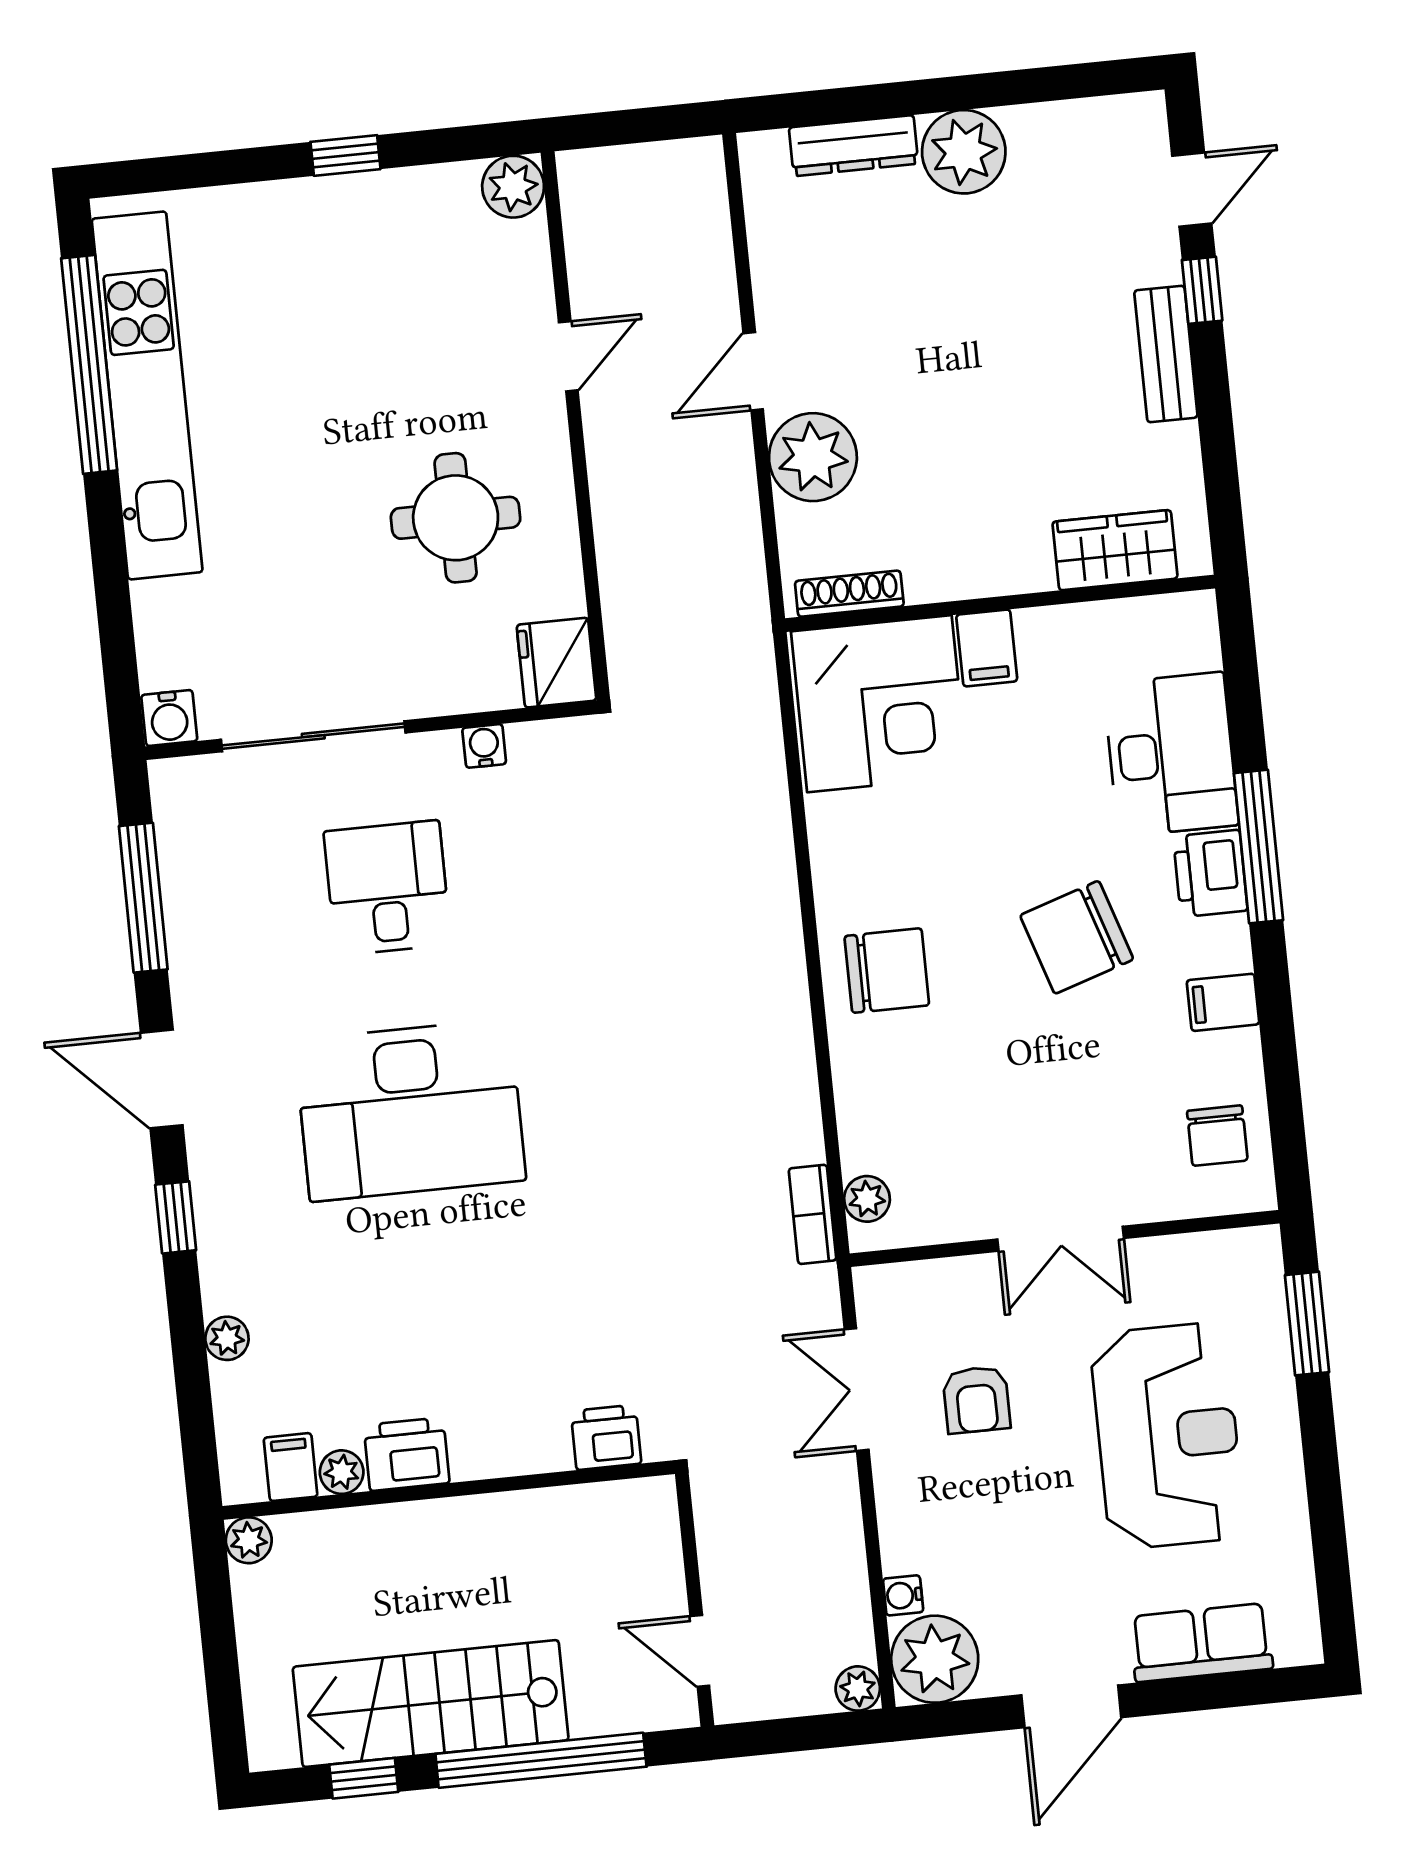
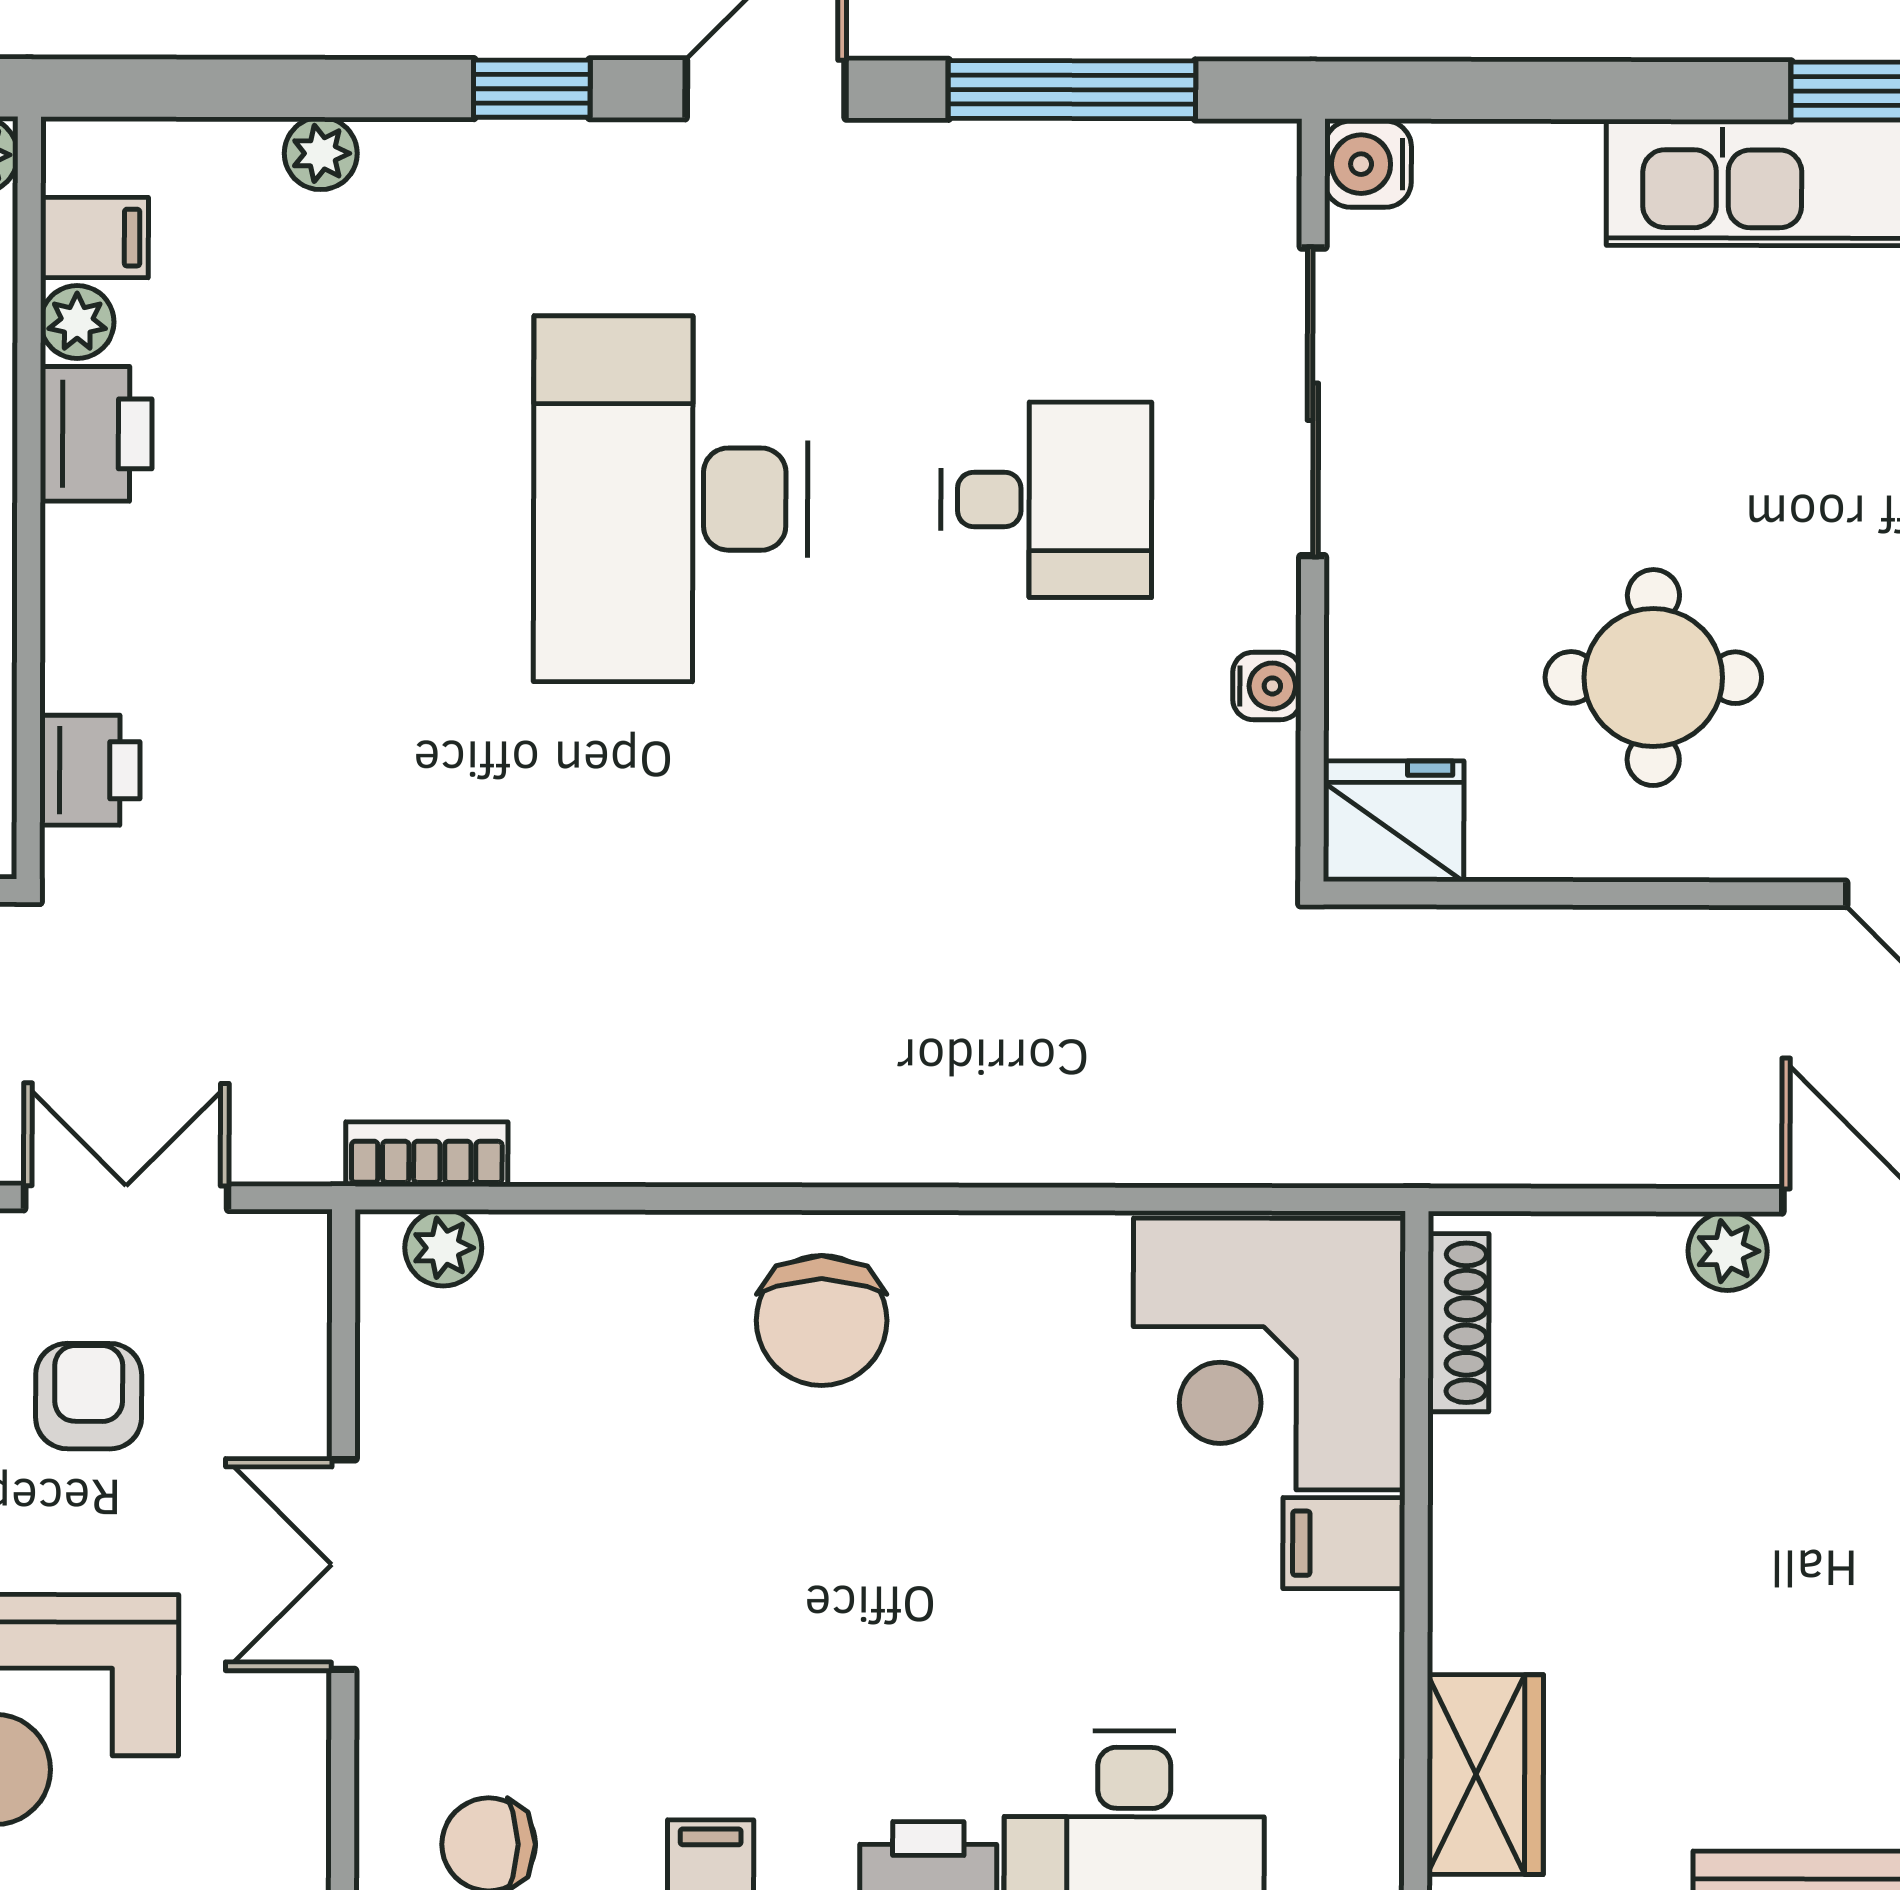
plant: (813, 457) -> (1728, 1251), width x0.53, depth x0.53
chair: (1077, 937) -> (844, 1644), removed
armchair: (976, 1400) -> (89, 1396), turned 90

